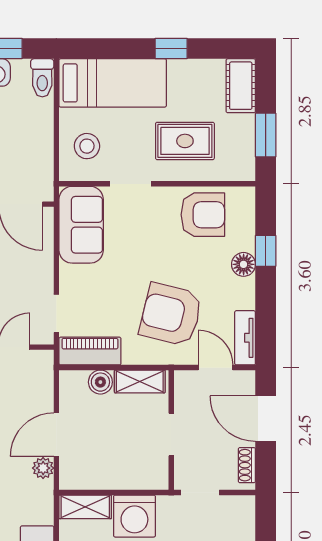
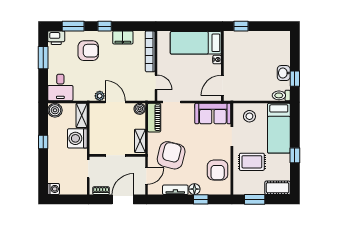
rug: (185, 141) -> (252, 162), turned 90
tv unit: (245, 338) -> (175, 190), moved
boiler: (100, 382) -> (140, 109), moved

